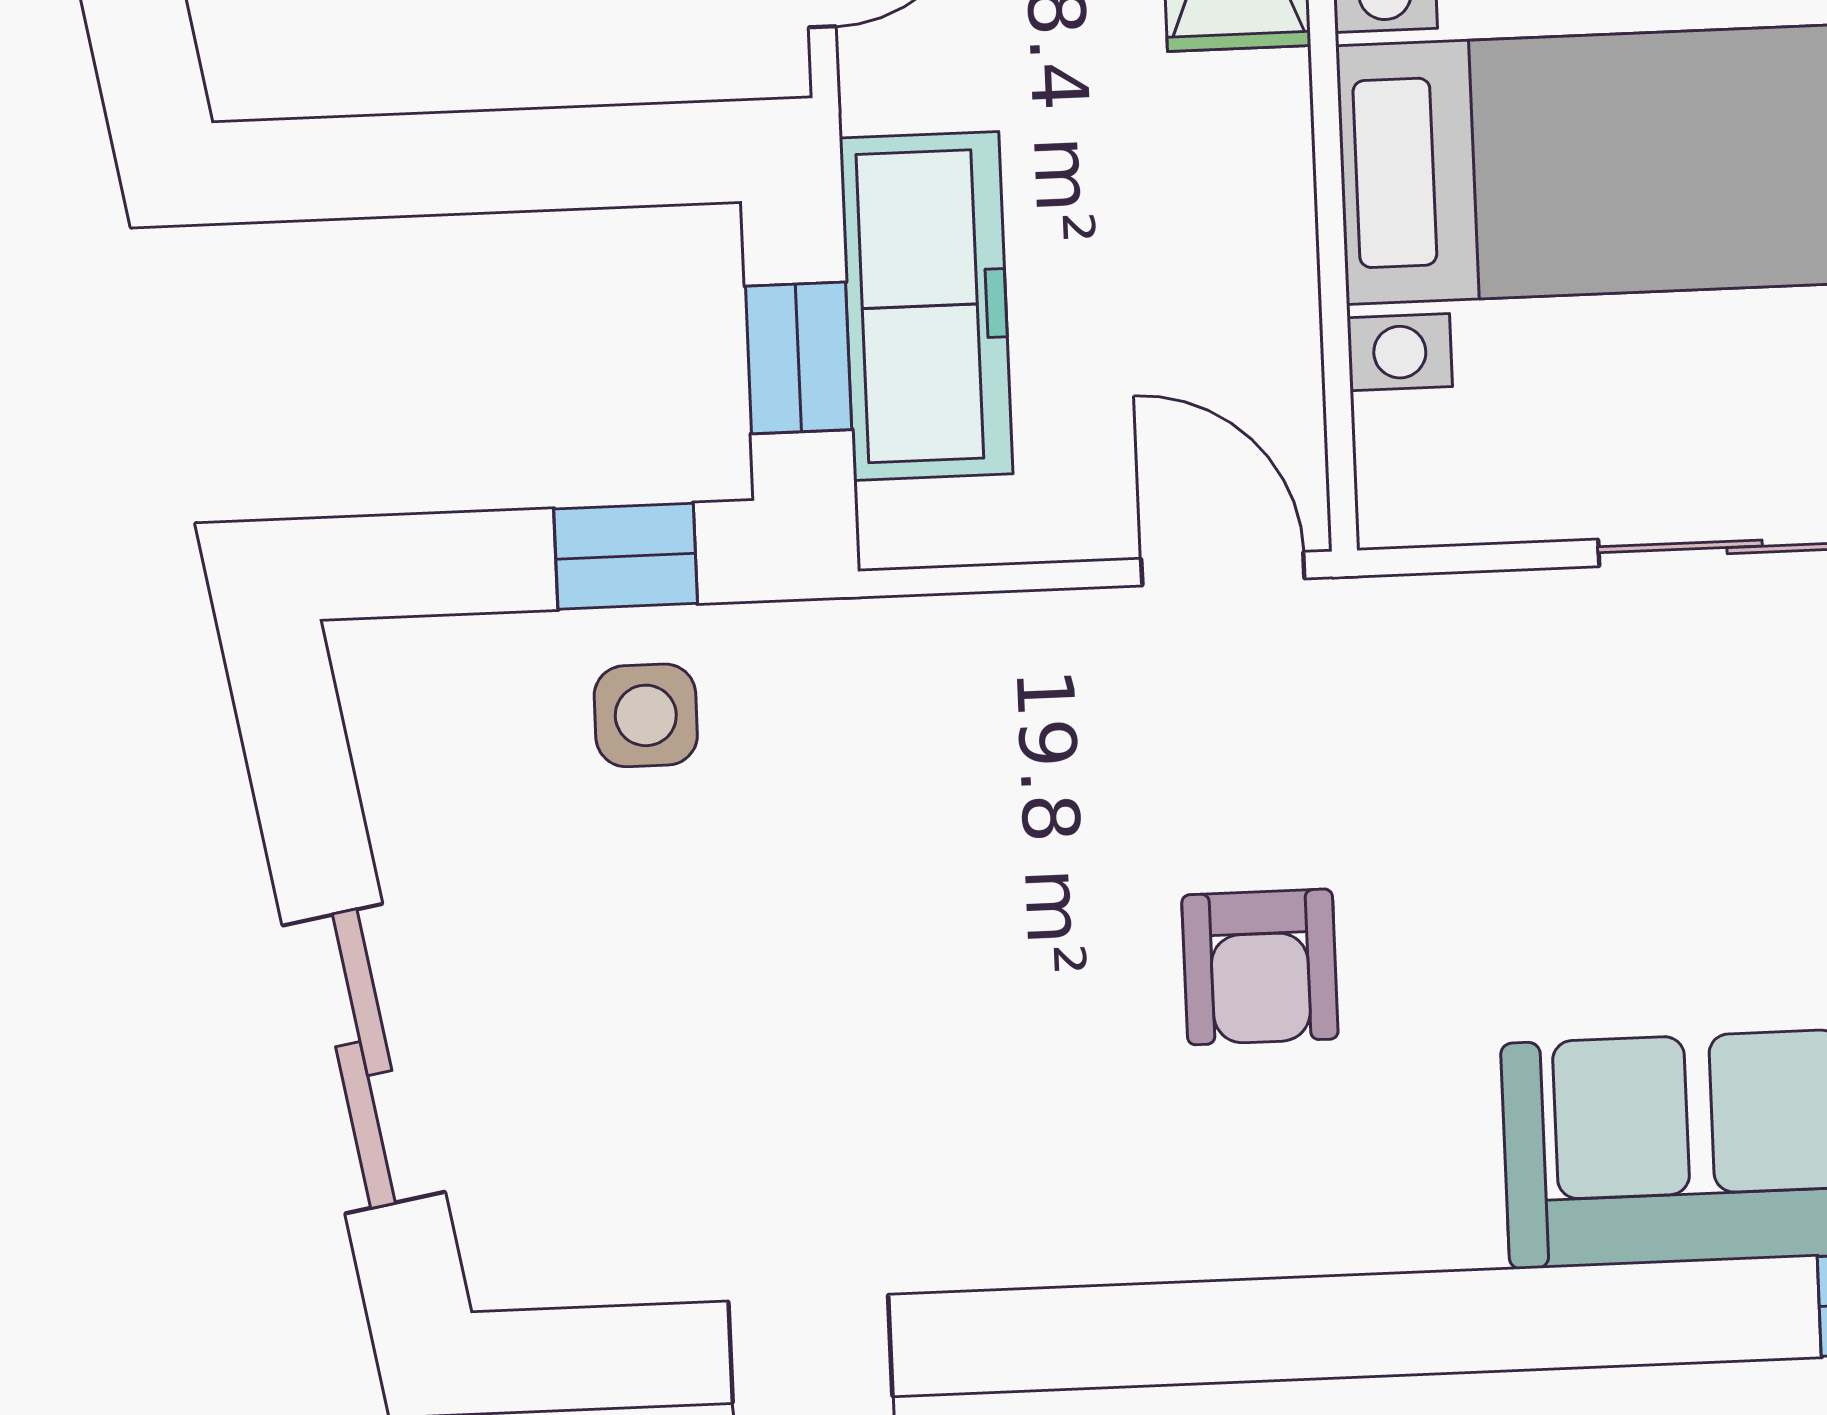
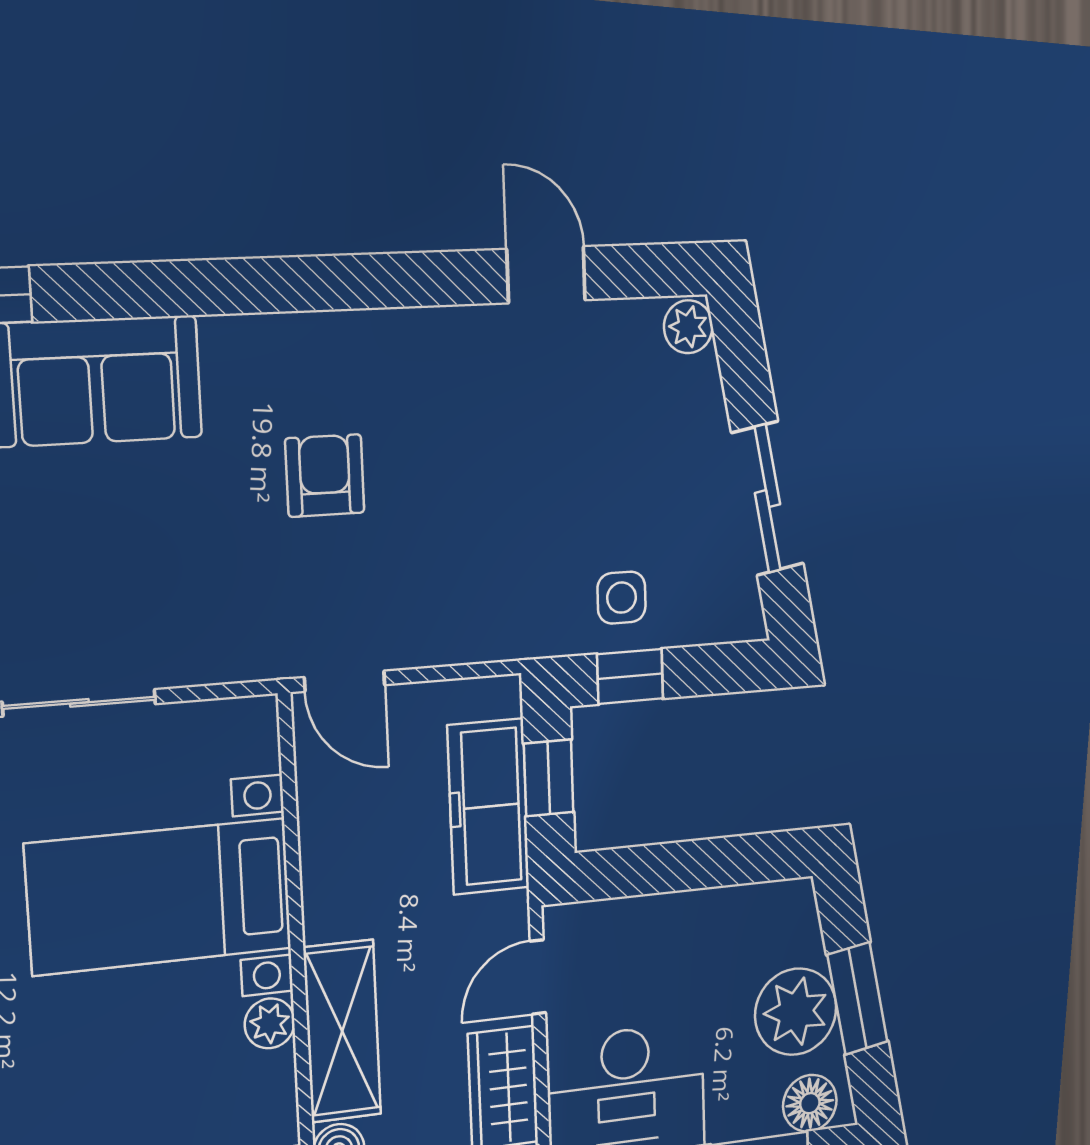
sliding door: (364, 1059) -> (767, 499), moved
plant: (510, 1249) -> (688, 327), added

